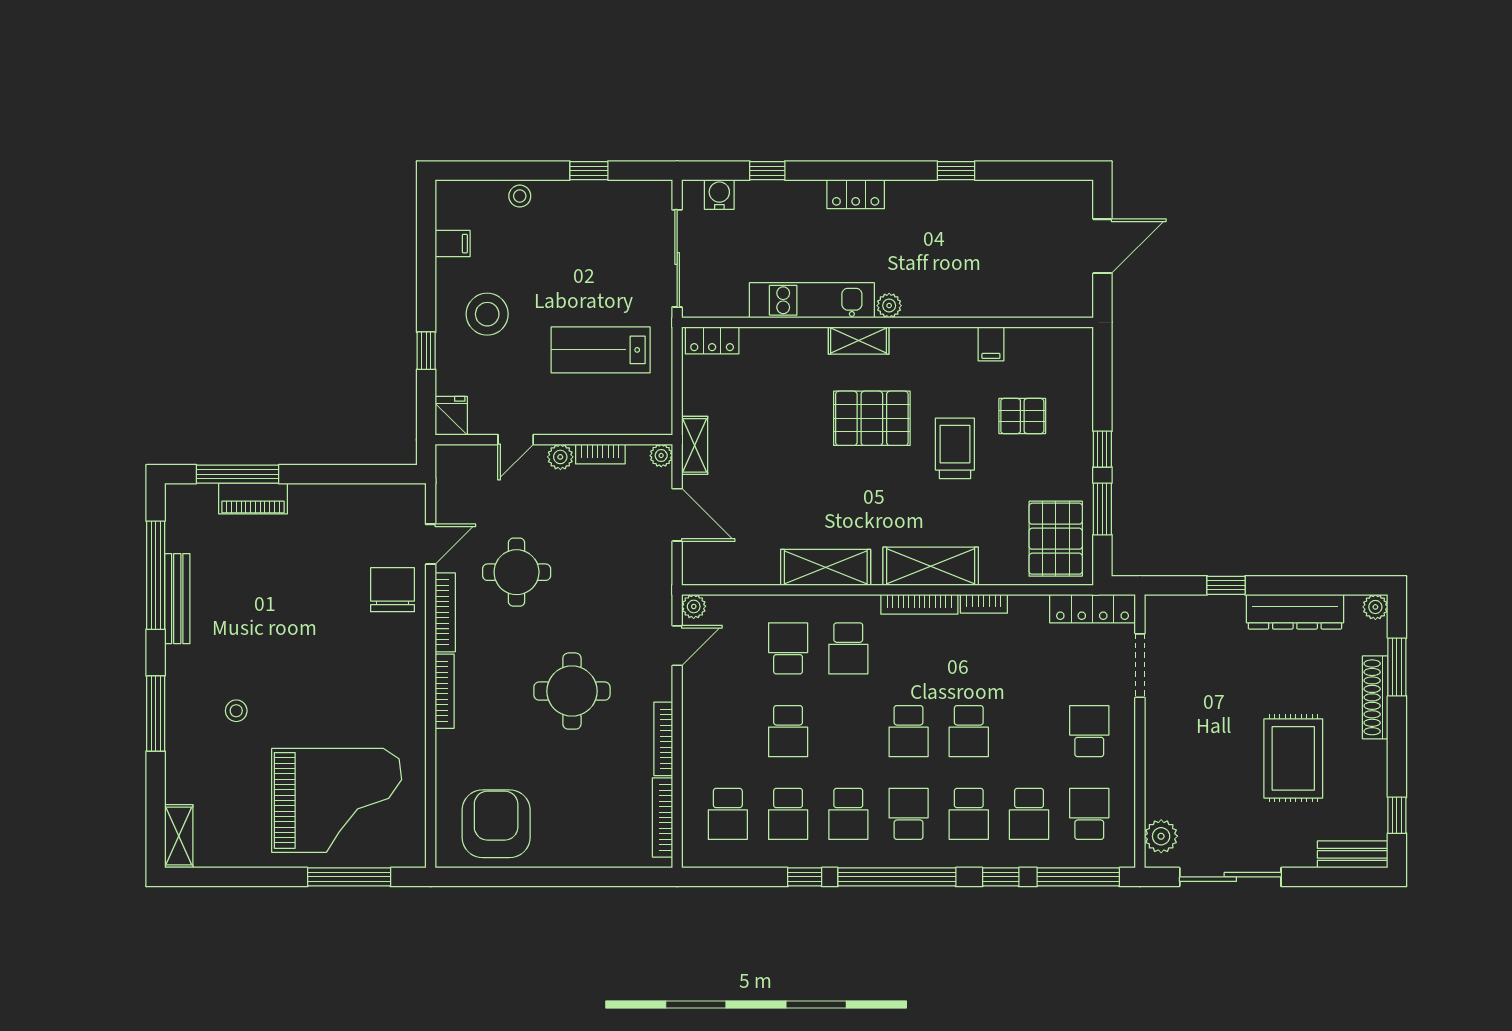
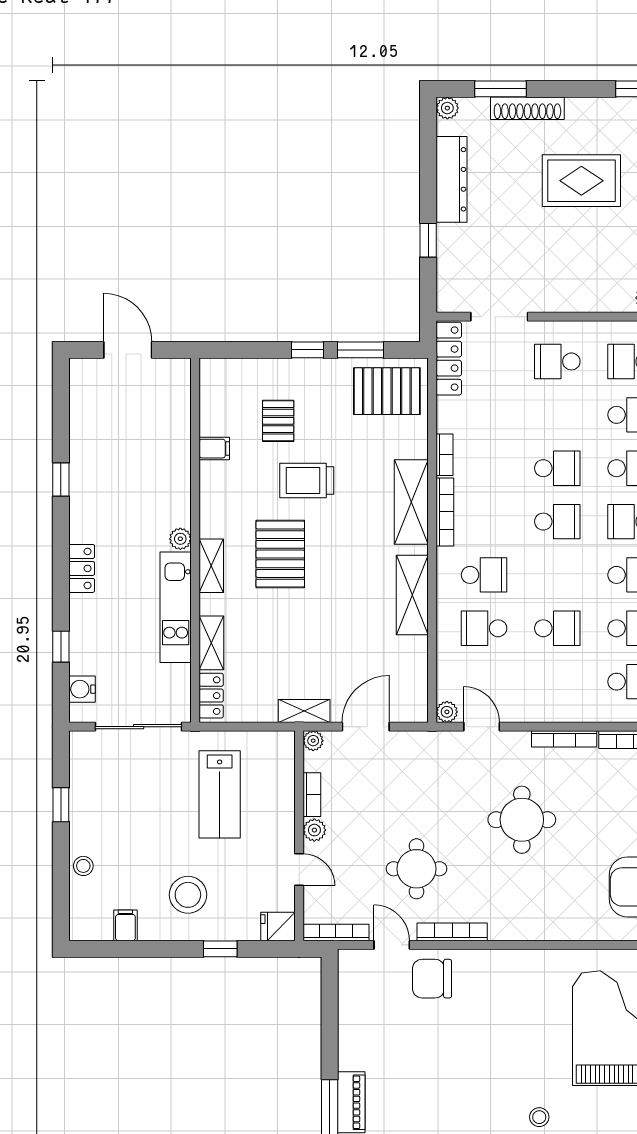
shelving: (772, 341) -> (211, 643), added
bookcase: (445, 691) -> (336, 932), moved

